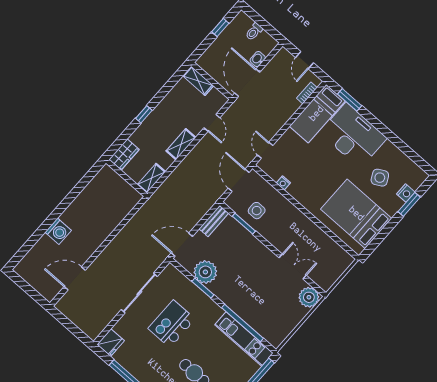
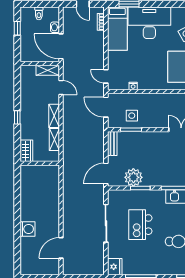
shelving: (198, 81) -> (48, 70), moved
shelving: (152, 178) -> (54, 139), moved

